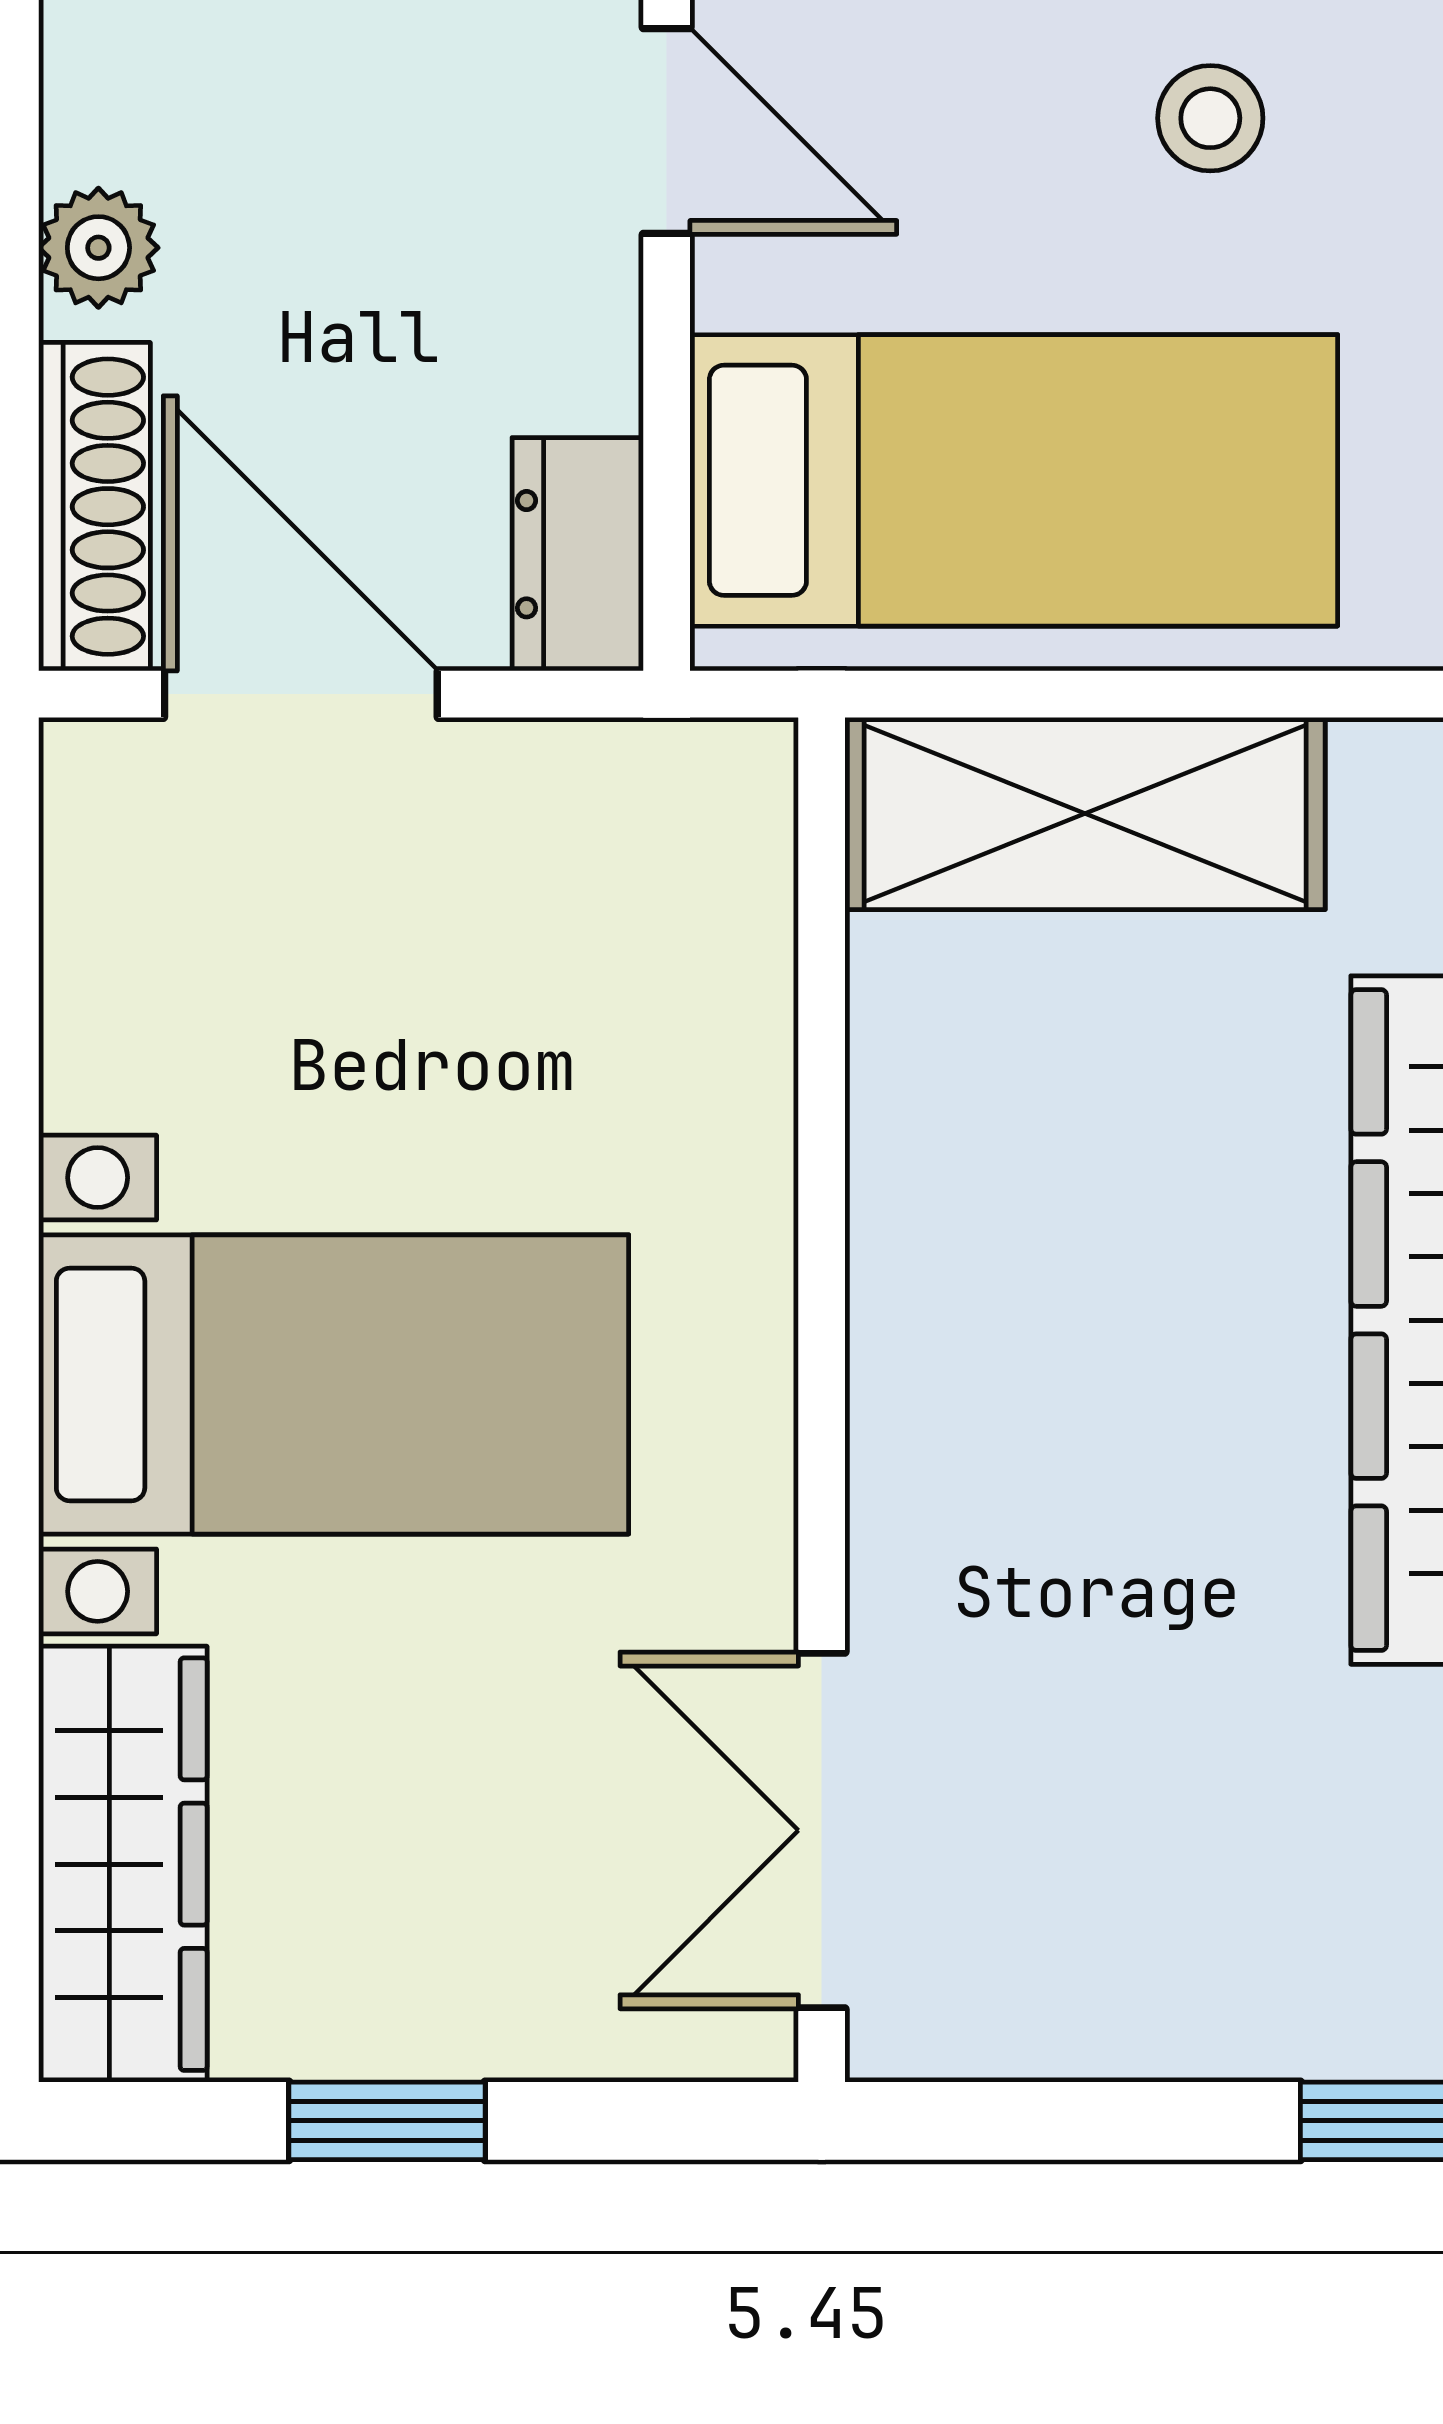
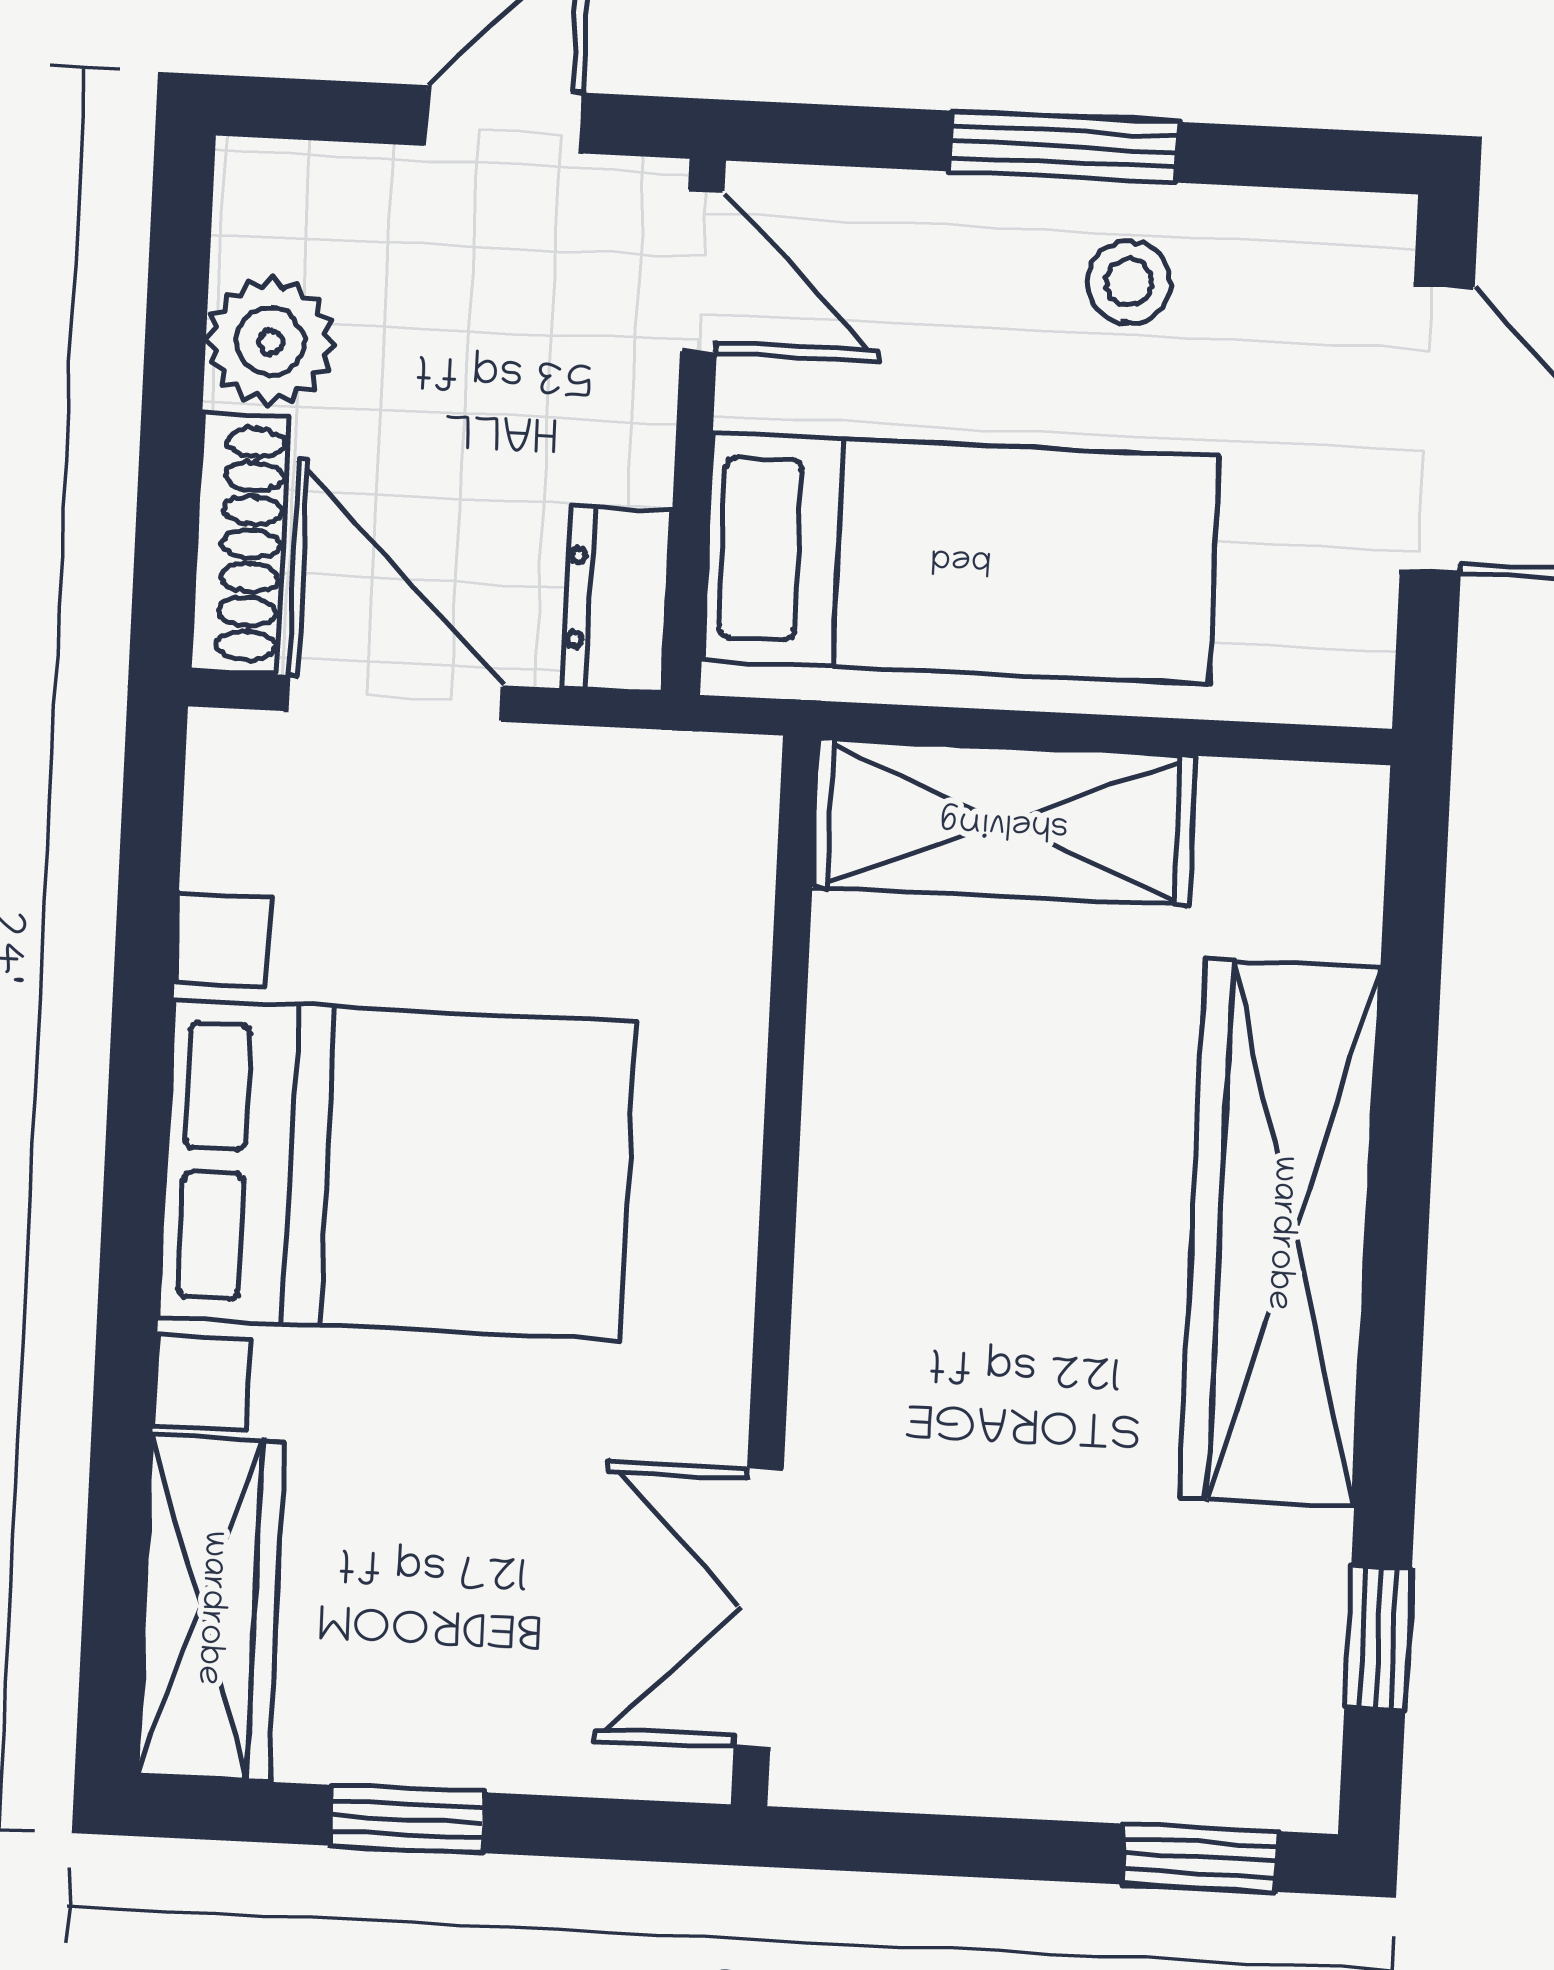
plant: (98, 248) -> (270, 342), width x1.38, depth x1.38
bed with nightstands: (334, 1384) -> (397, 1170), width x1.36

